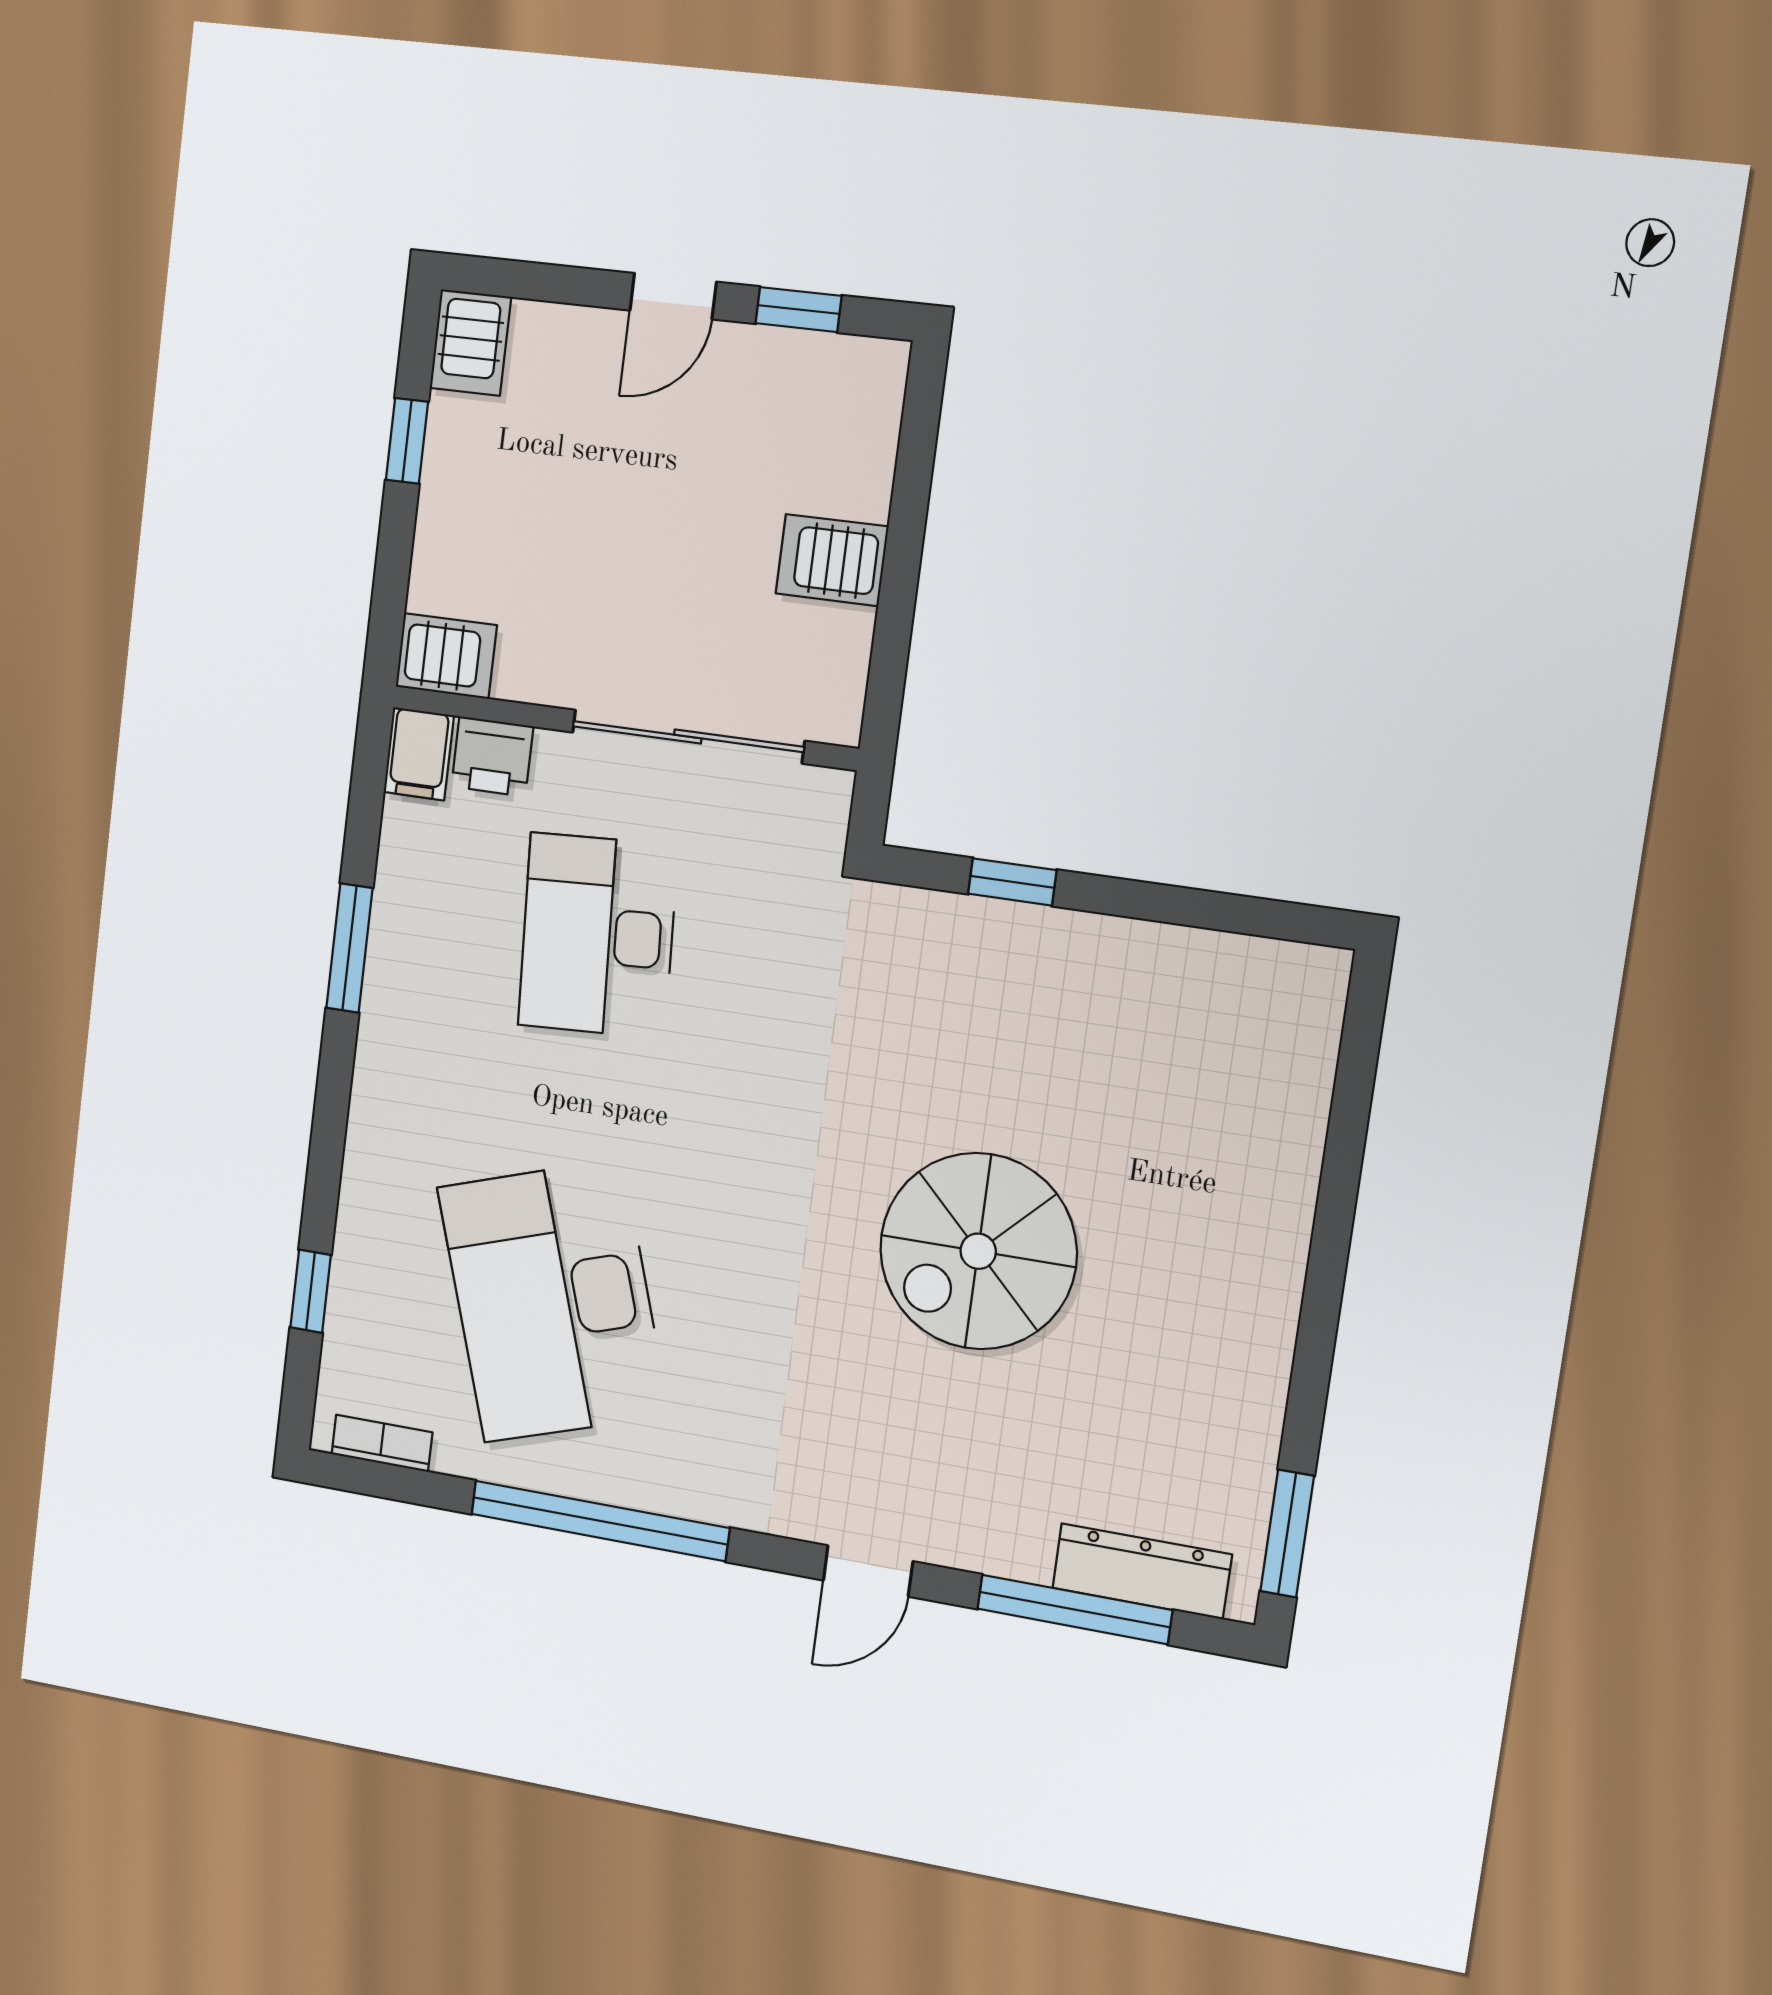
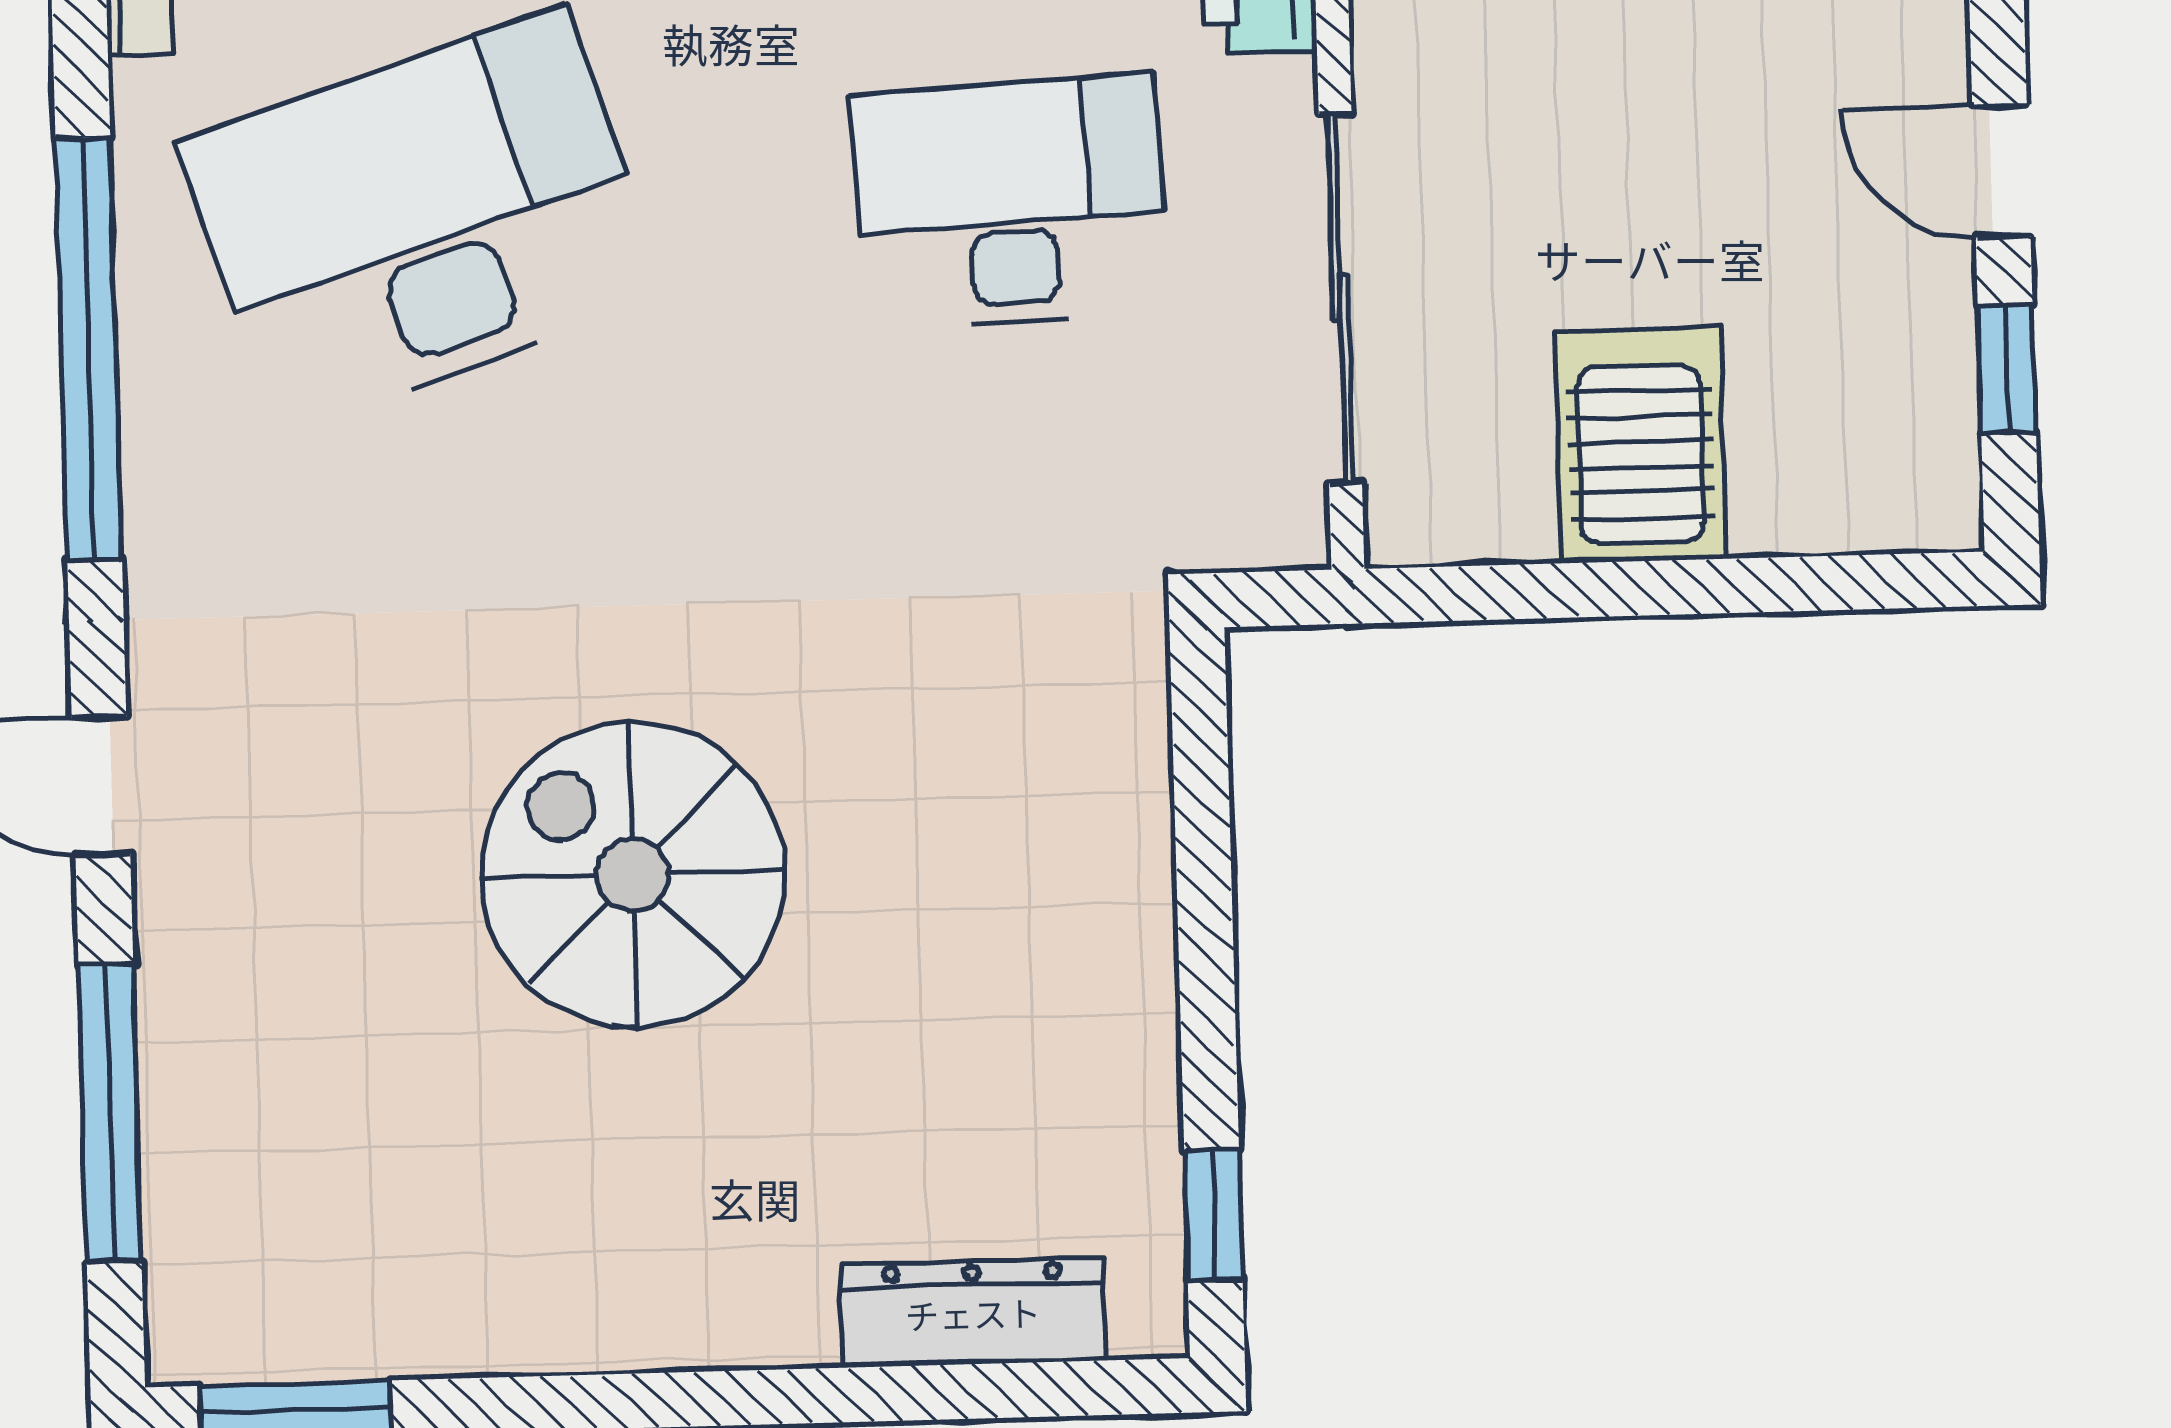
server rack: (832, 560) -> (1640, 445), width x1.36, depth x1.44
window: (1012, 882) -> (1213, 1215), moved
dresser: (1142, 1571) -> (973, 1313), moved, turned -90

